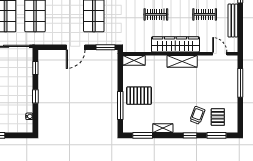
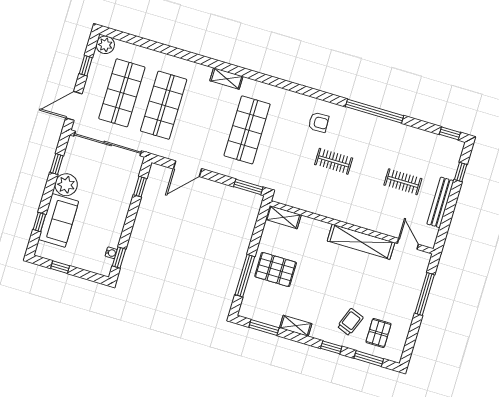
wardrobe: (175, 44) -> (349, 212), removed
door: (76, 47) -> (187, 169), moved
shelving: (182, 61) -> (361, 242), width x1.47
window: (35, 96) -> (119, 258), moved

